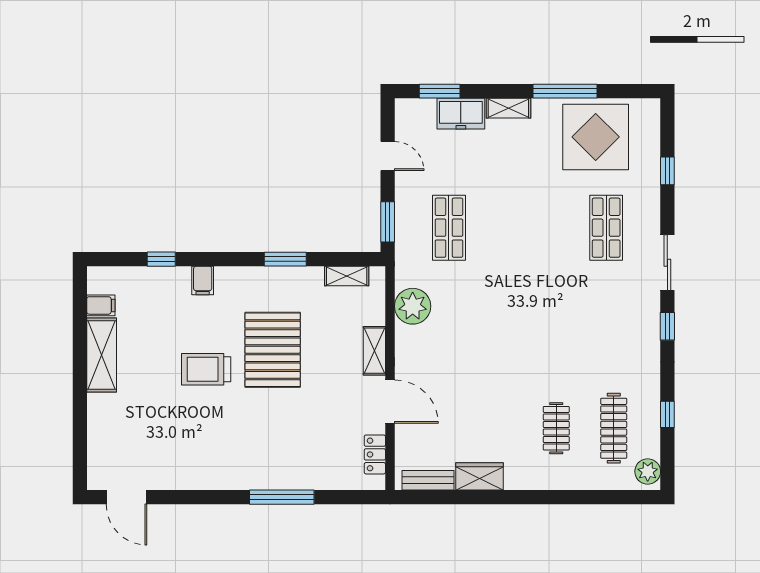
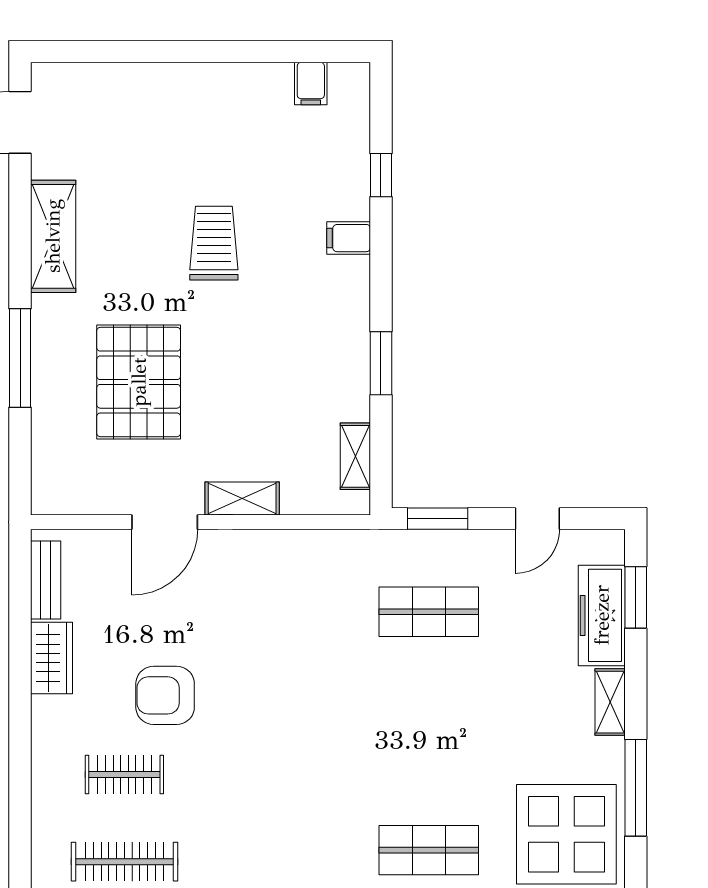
freezer: (461, 114) -> (602, 615), width x1.40
plant: (413, 306) -> (310, 557), removed
pallet: (273, 350) -> (139, 382), moved, turned 90
shelving: (102, 355) -> (53, 236), moved, turned 90
armchair: (504, 401) -> (165, 695), added
locker: (375, 454) -> (85, 499), removed

